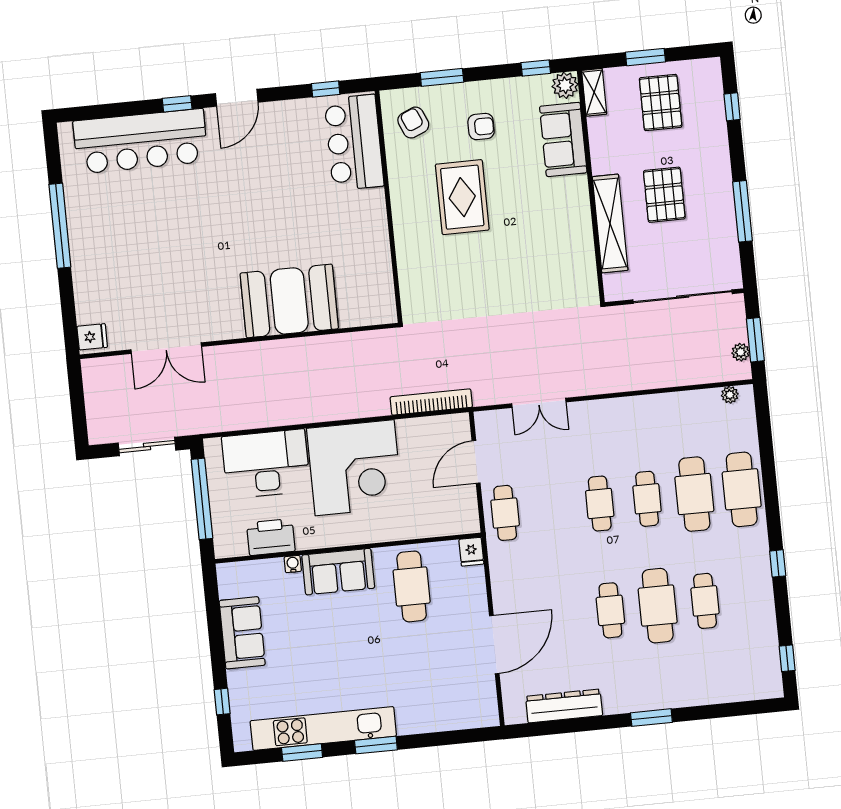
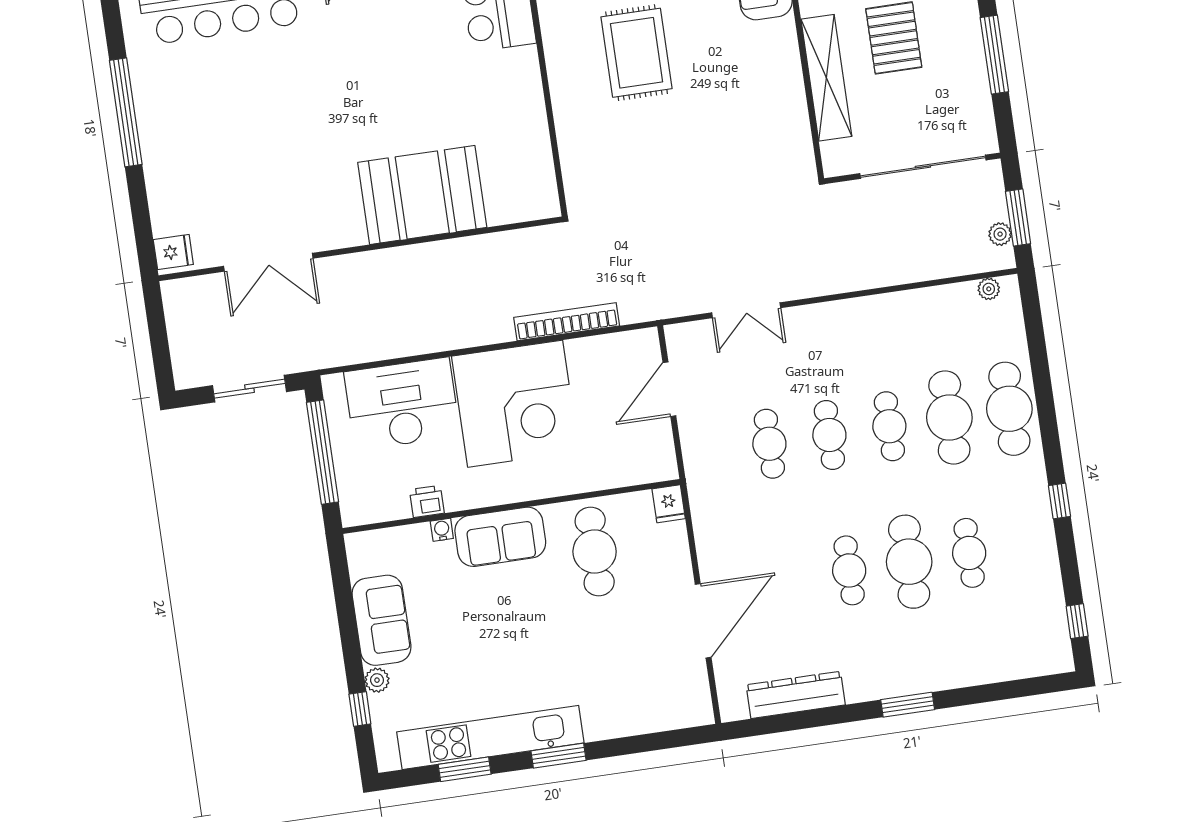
bookcase: (431, 402) -> (567, 322), moved
cafe table: (505, 513) -> (769, 444), moved
printer: (271, 537) -> (427, 501), width x0.53, depth x0.68
plant: (237, 679) -> (377, 680), added

